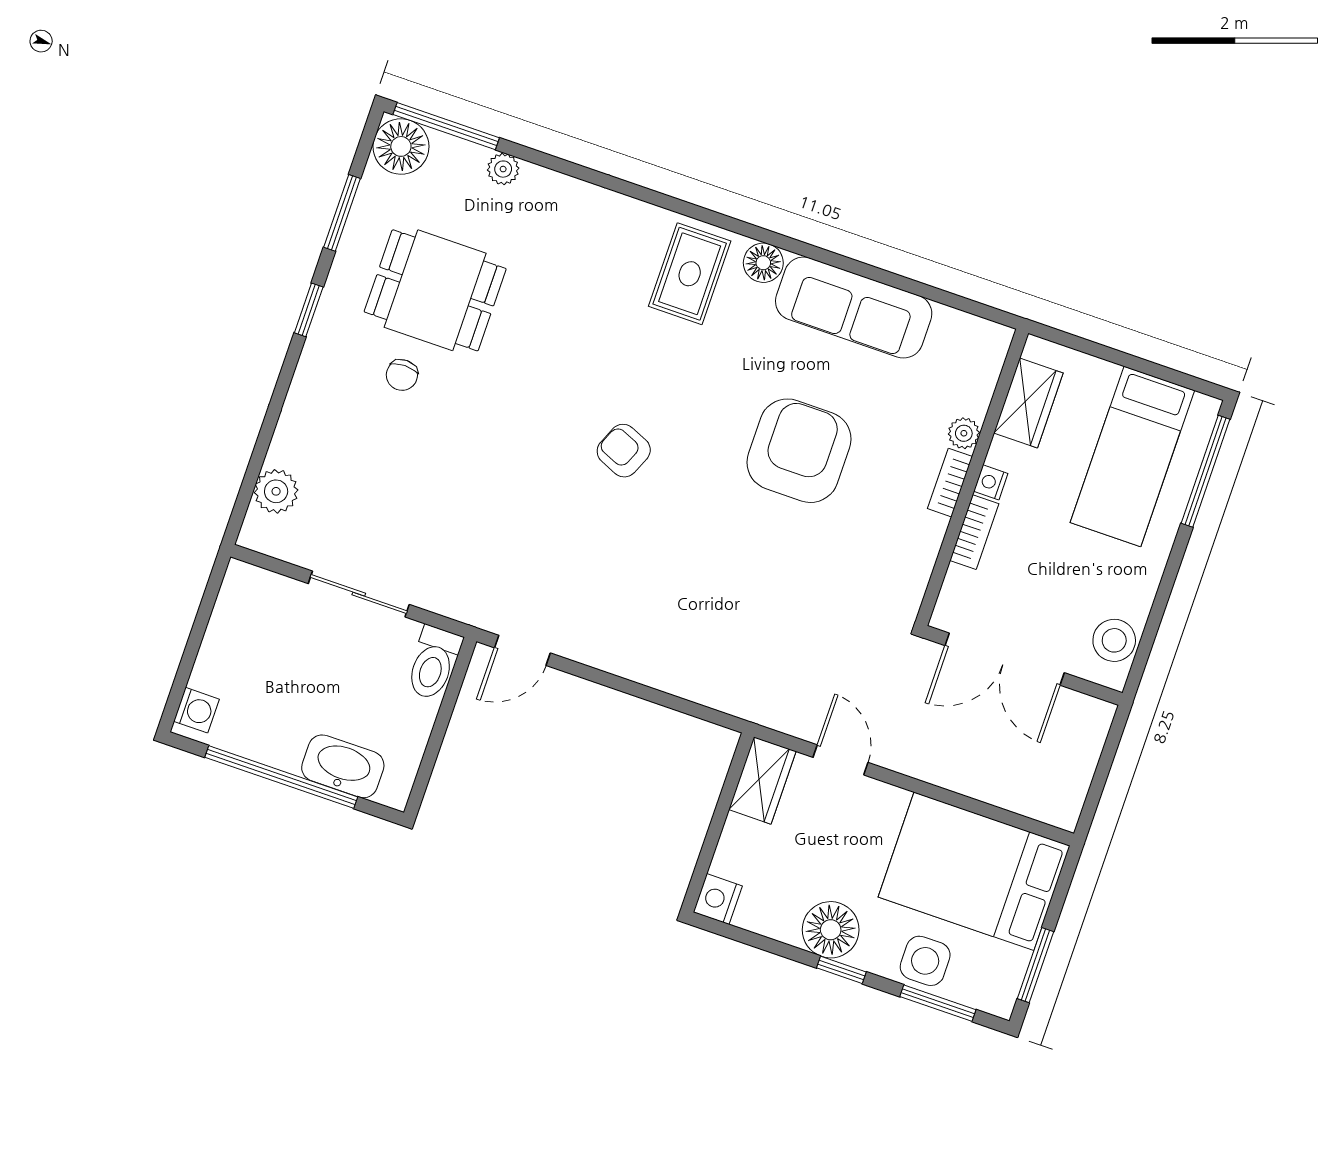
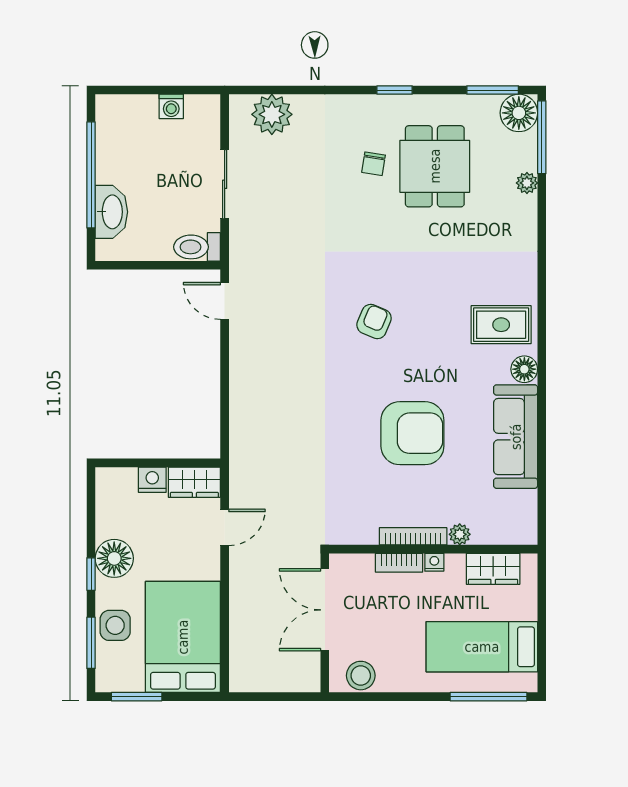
window: (342, 213) -> (493, 90), moved
chair: (402, 375) -> (374, 164), turned -81
bookcase: (950, 483) -> (413, 536), width x1.56
plant: (276, 491) -> (272, 114), width x1.36, depth x1.36
washing machine: (196, 710) -> (171, 106), moved
nightstand: (718, 899) -> (152, 480), moved

